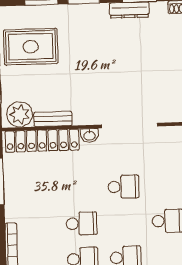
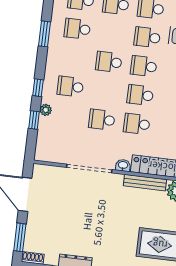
bench: (53, 119) -> (145, 183), width x1.36
school desk: (81, 188) -> (137, 124), added

